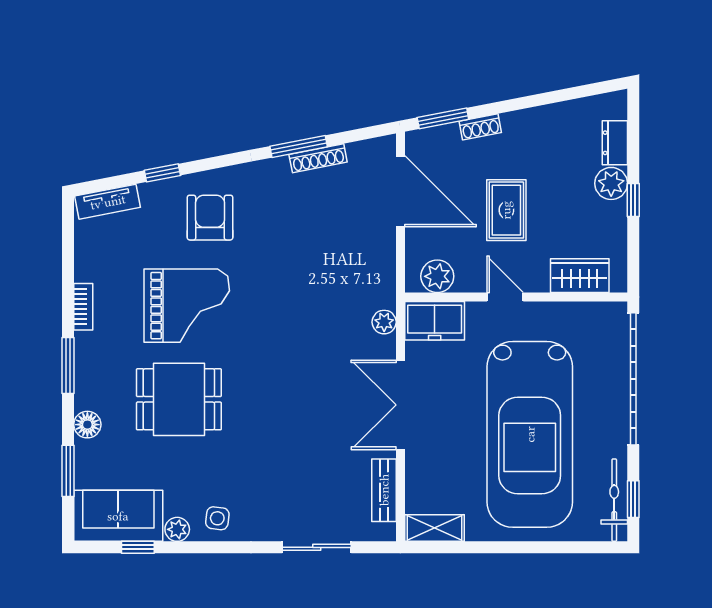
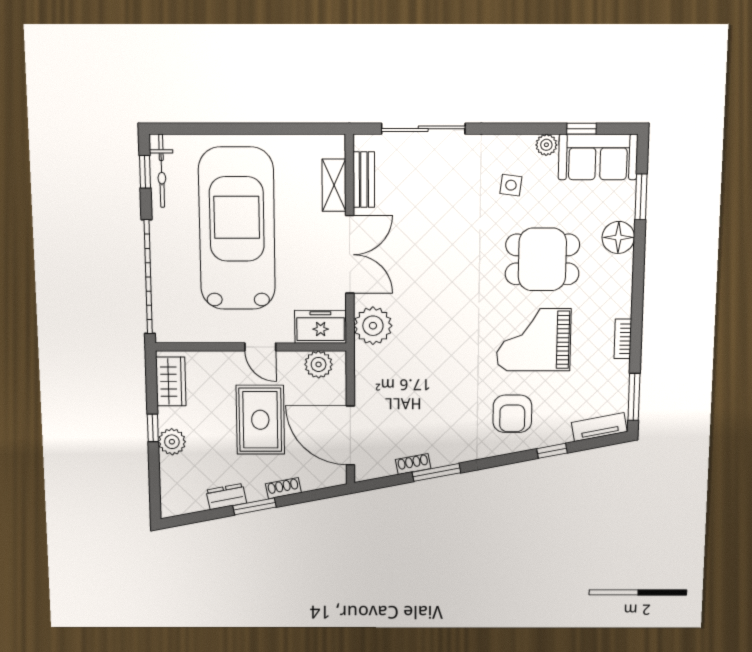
window: (443, 118) -> (254, 506), moved
dresser: (615, 143) -> (226, 496), moved, turned -101
shoe rack: (318, 158) -> (413, 464), width x0.70
rug: (506, 210) -> (260, 420), width x1.36, depth x1.43
wardrobe: (580, 276) -> (171, 382), moved, turned -90
plant: (384, 322) -> (373, 326), width x1.87, depth x1.87
window: (68, 365) -> (634, 397), moved
floor lamp: (87, 425) -> (618, 237), width x1.38, depth x1.38
side table: (217, 518) -> (511, 185), moved
shelving: (434, 528) -> (334, 185), moved, turned 90
sliding door: (317, 547) -> (423, 129), width x1.37

